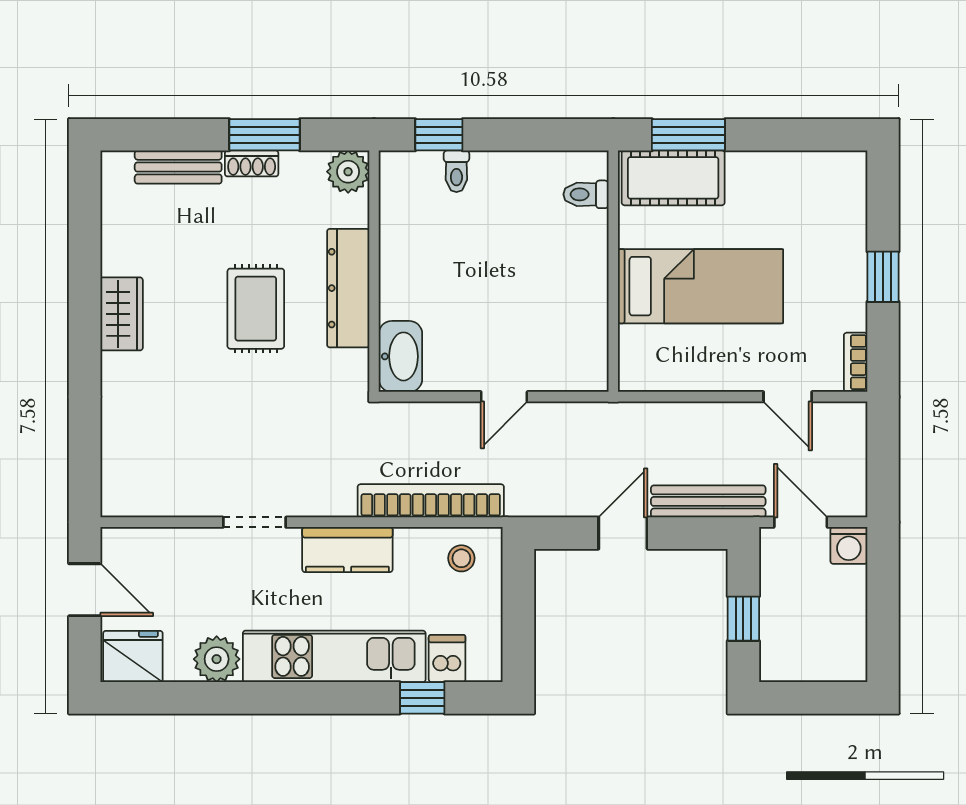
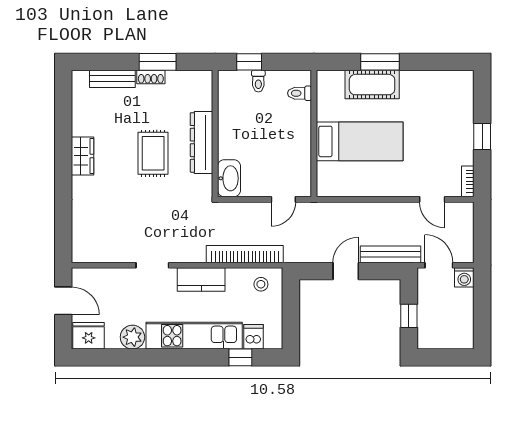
plant: (348, 172) -> (201, 81), removed
toilet: (586, 194) -> (300, 93), moved
wall: (613, 271) -> (314, 134), moved
bed: (700, 286) -> (360, 141), moved

